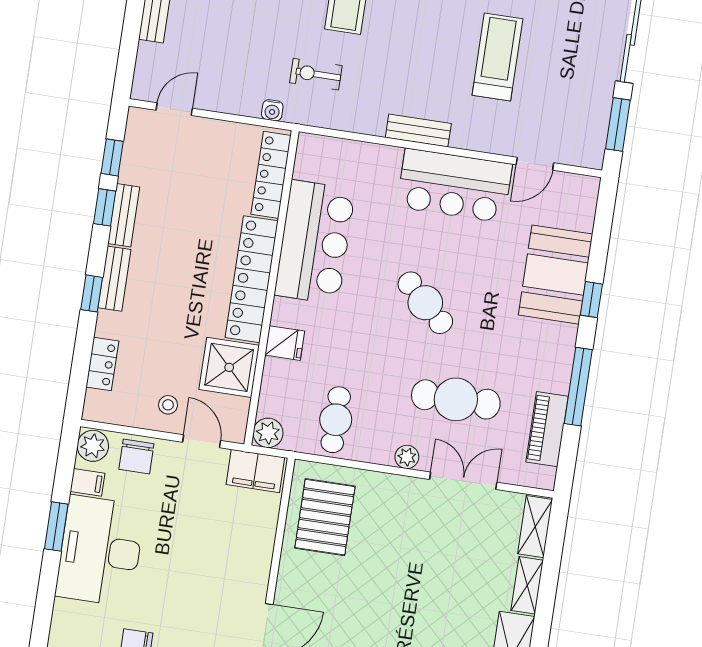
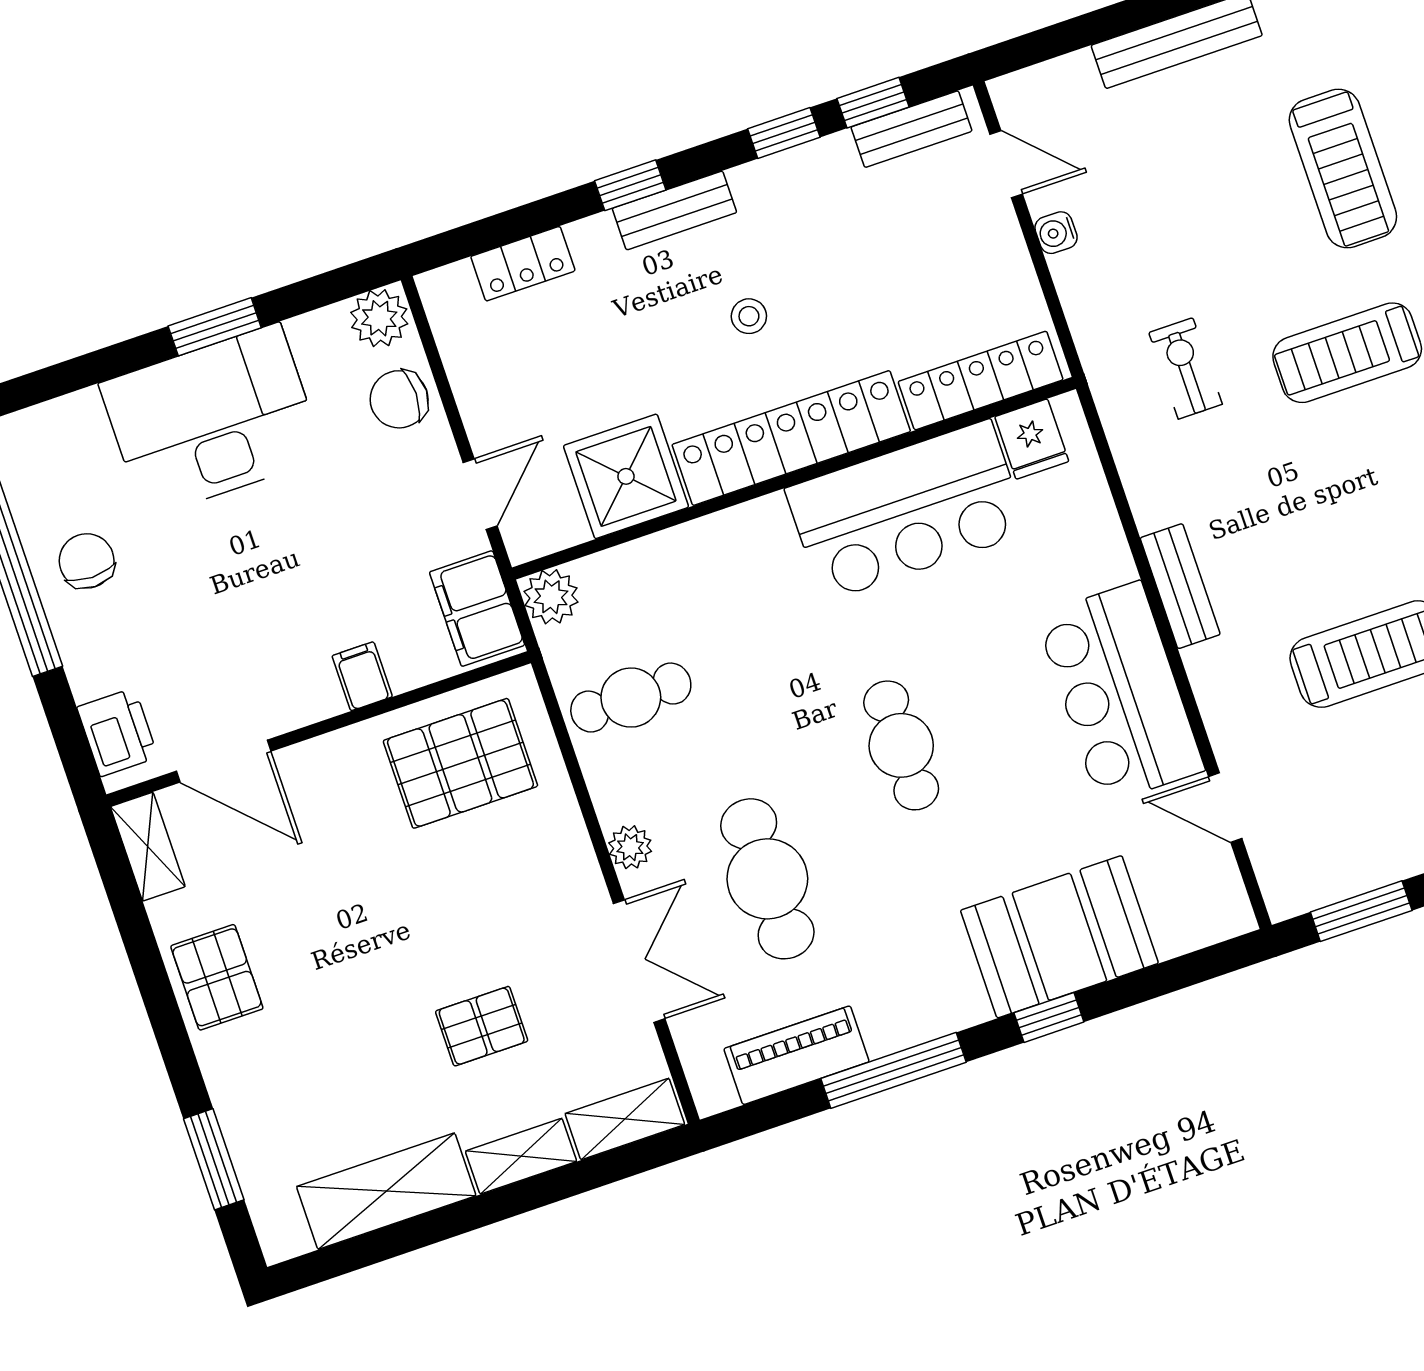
water cooler: (272, 110) -> (1056, 233), moved
bench: (124, 215) -> (911, 129), moved
cafe table: (425, 303) -> (901, 745), turned -43
fridge: (285, 343) -> (1032, 439), moved
stool: (168, 405) -> (749, 316), moved
filing cabinet: (87, 482) -> (362, 676), moved, turned 180
pallet: (455, 572) -> (482, 1026), added

